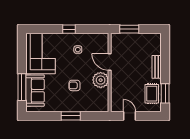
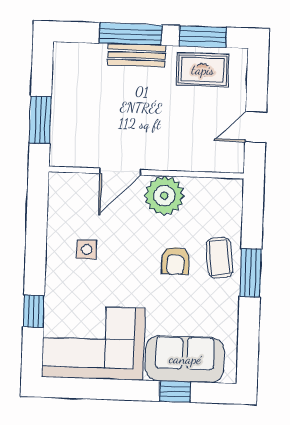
window: (69, 29) -> (34, 311), moved
window: (165, 64) -> (130, 34), added
window: (22, 87) -> (175, 392), width x0.46
coffee table: (76, 103) -> (219, 258), added

